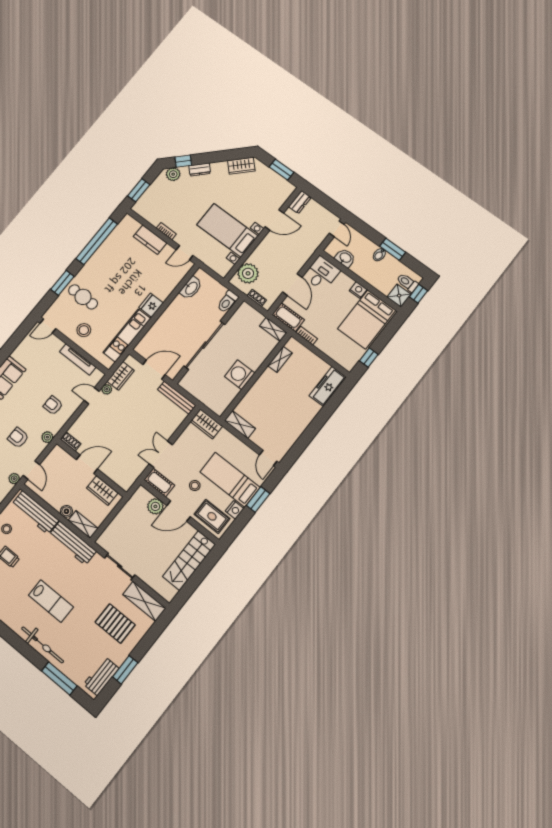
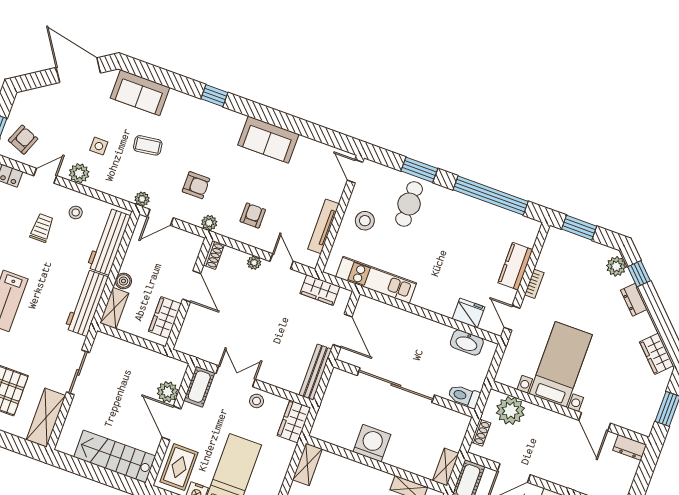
fridge: (151, 305) -> (468, 313), moved
plant: (107, 389) -> (254, 263), moved
armchair: (18, 438) -> (196, 185), turned 90
stool: (195, 486) -> (257, 401), moved

